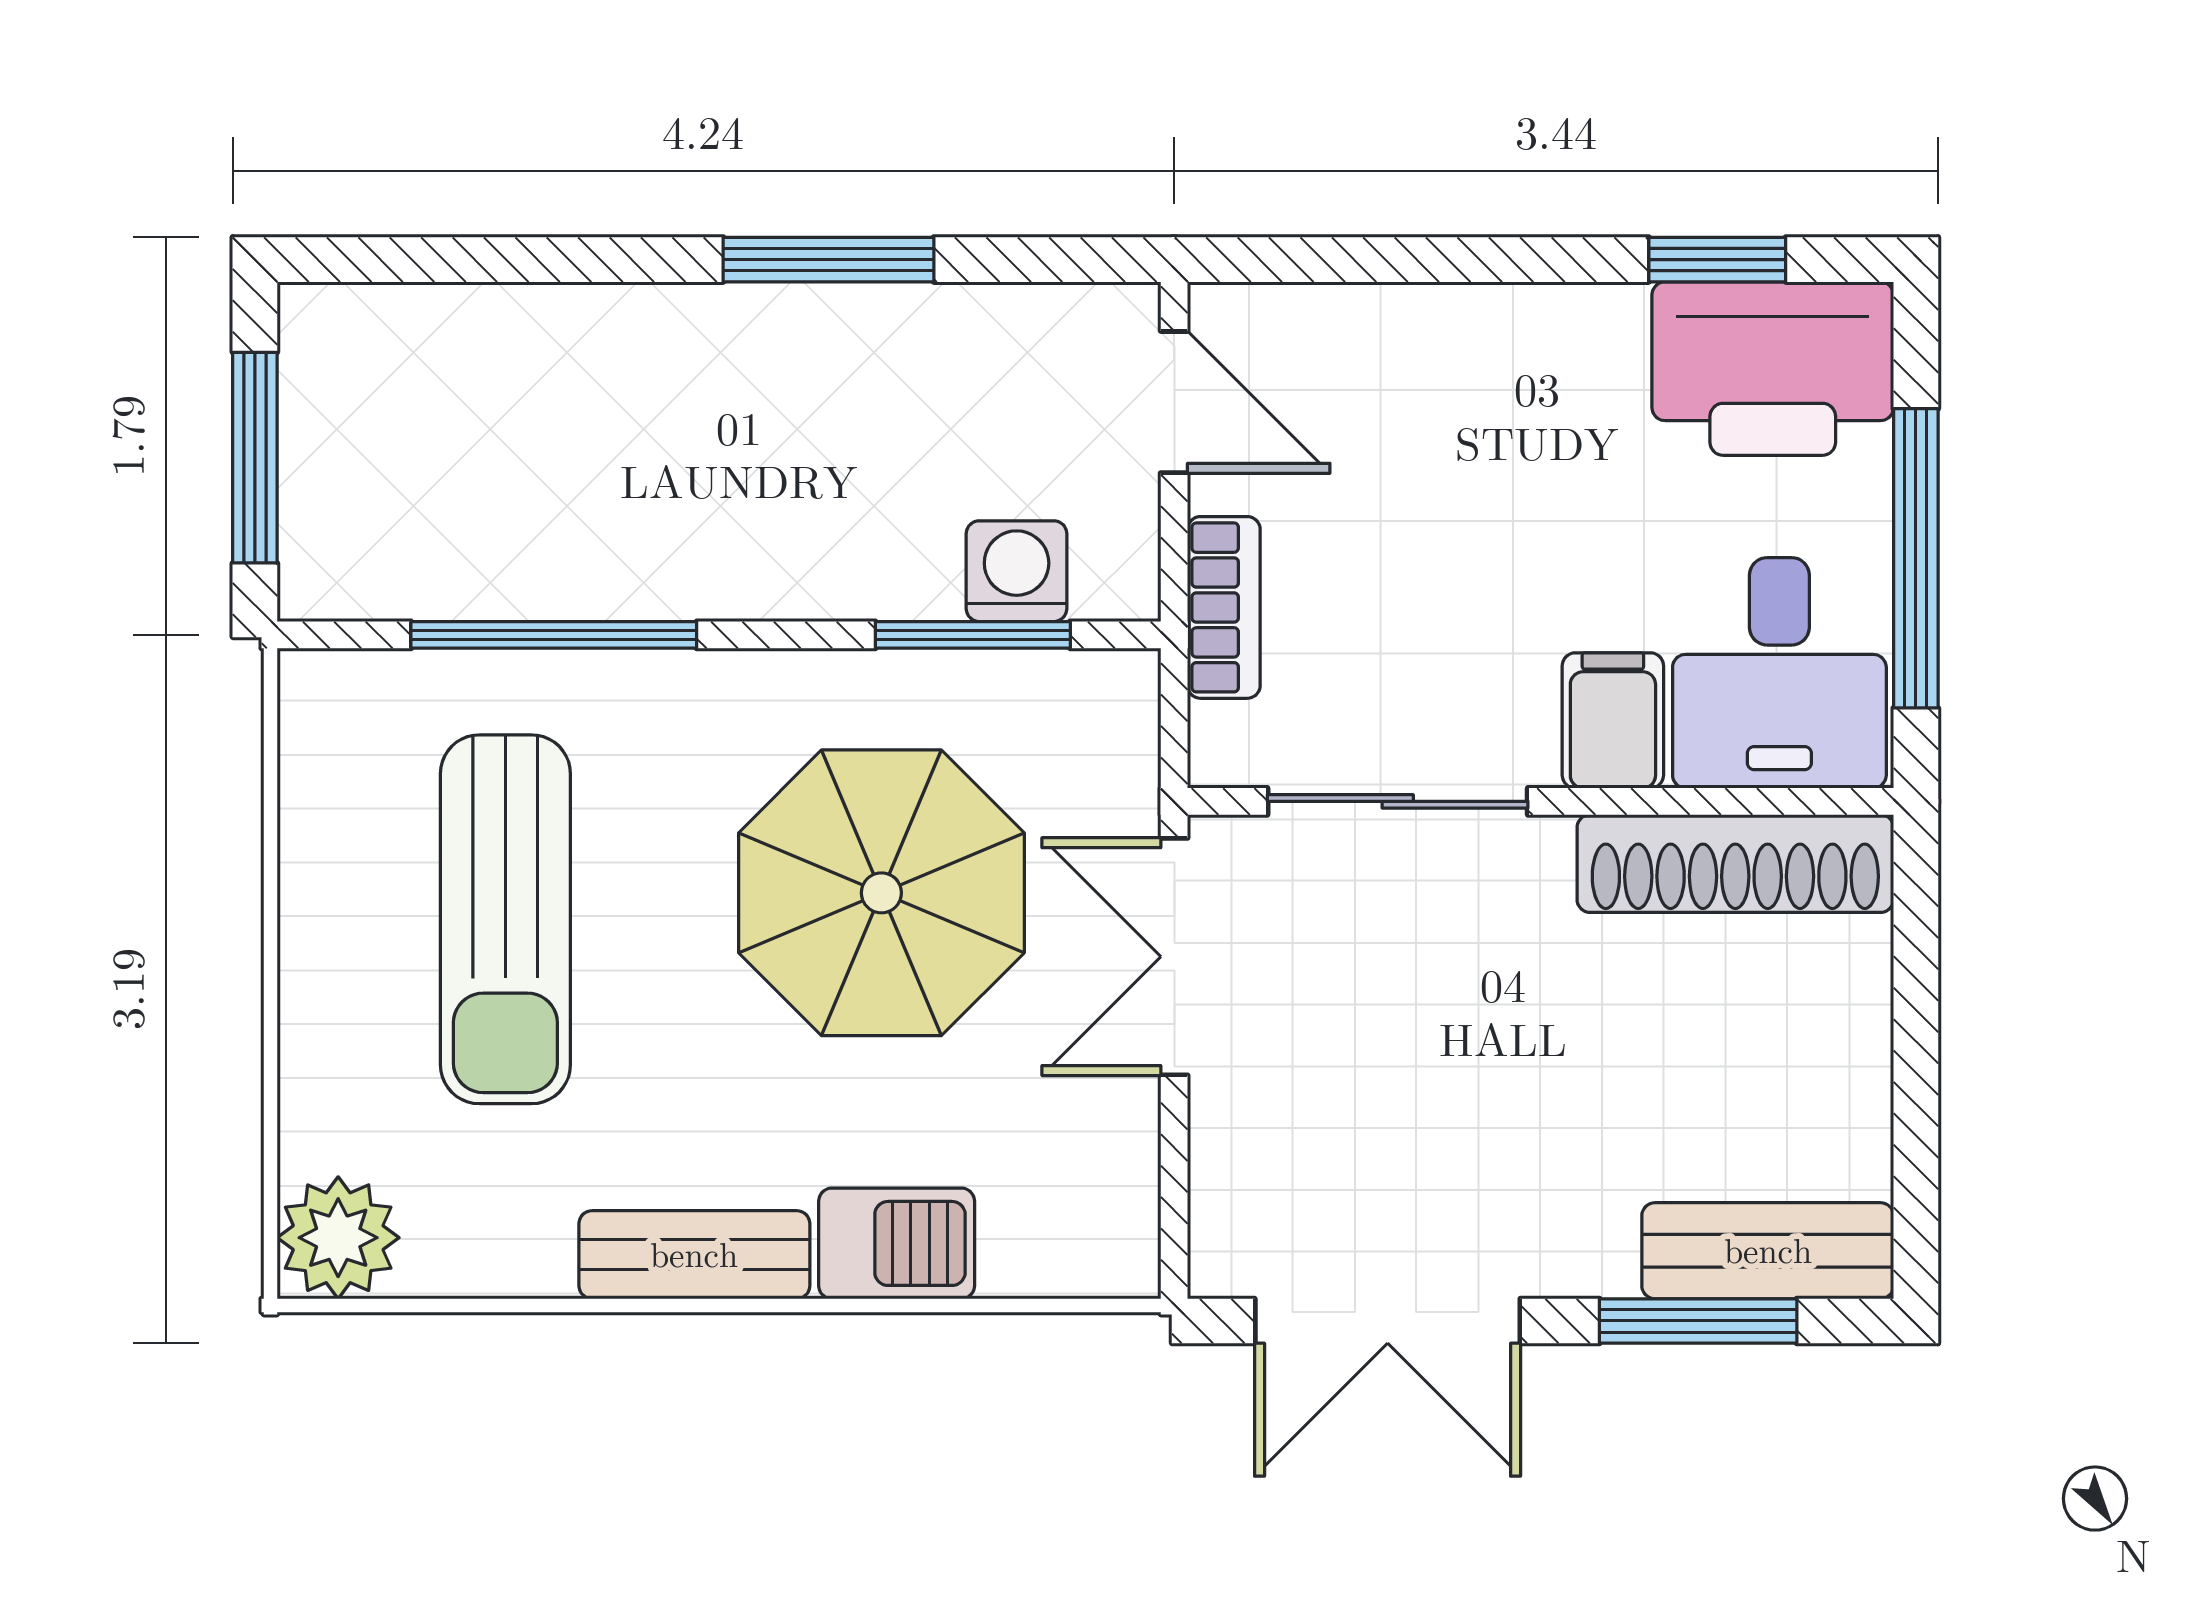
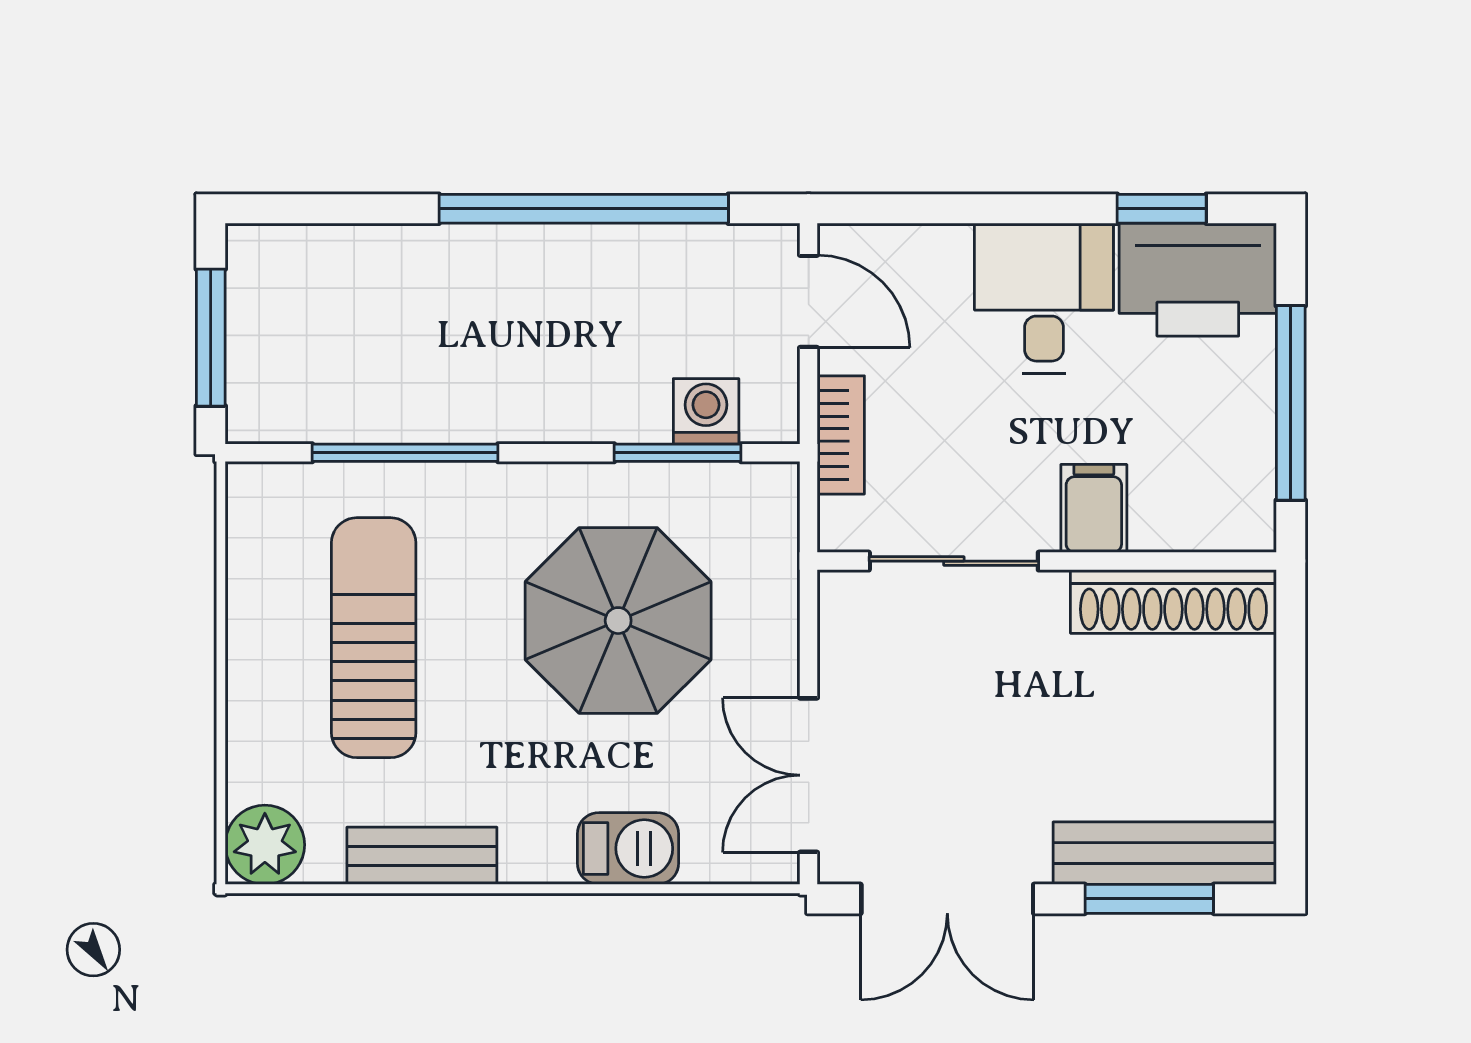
window: (828, 260) -> (584, 209), width x2.11
desk: (1779, 673) -> (1044, 298), moved, turned 180
sun lounger: (505, 919) -> (374, 638), turned 180
double door: (1174, 957) -> (809, 775), moved
bench: (1768, 1251) -> (1165, 853), width x1.36
bench: (694, 1255) -> (422, 856), moved

